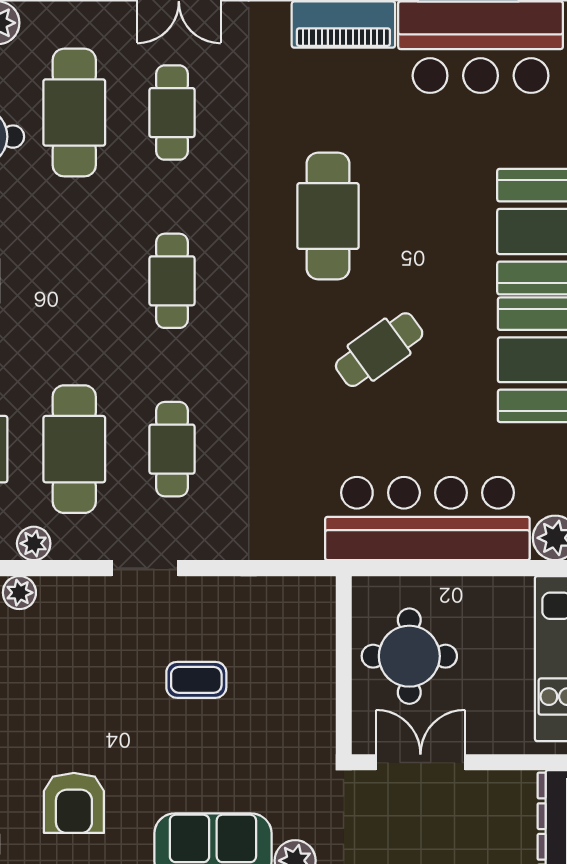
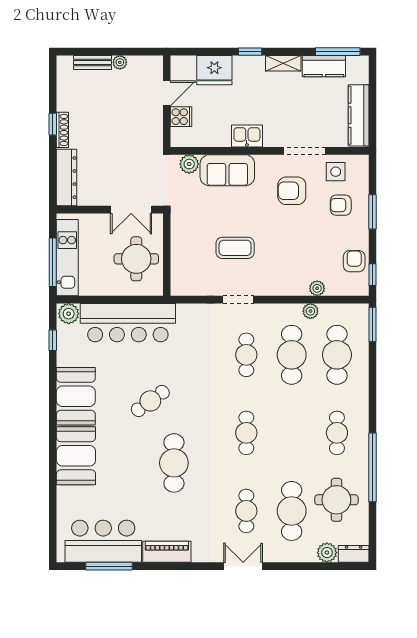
doorway: (145, 568) -> (238, 300), moved
coffee table: (196, 680) -> (235, 248), width x1.36, depth x1.30
armchair: (74, 803) -> (292, 191), turned -90

